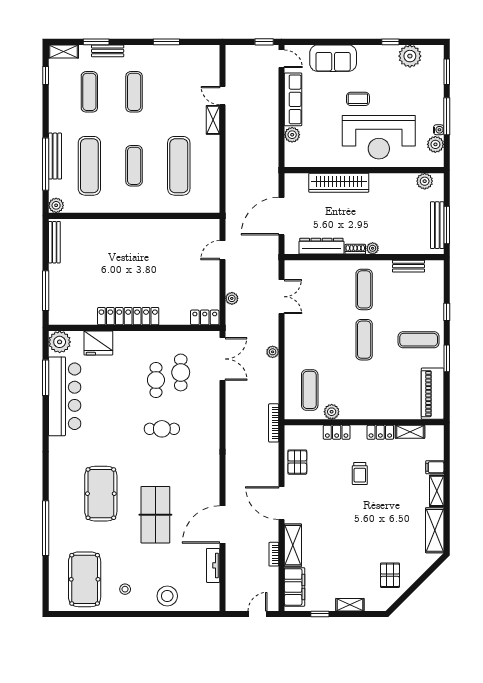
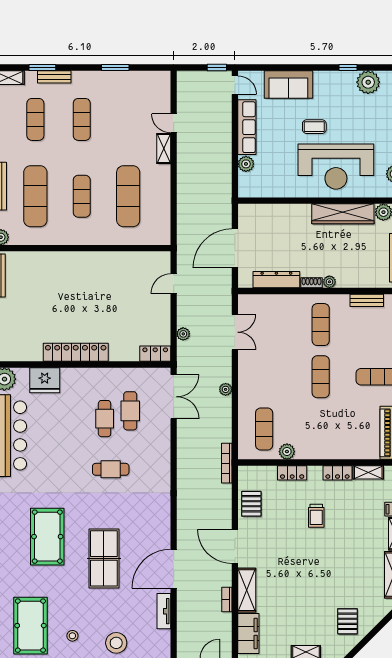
wardrobe: (339, 183) -> (343, 214), moved

